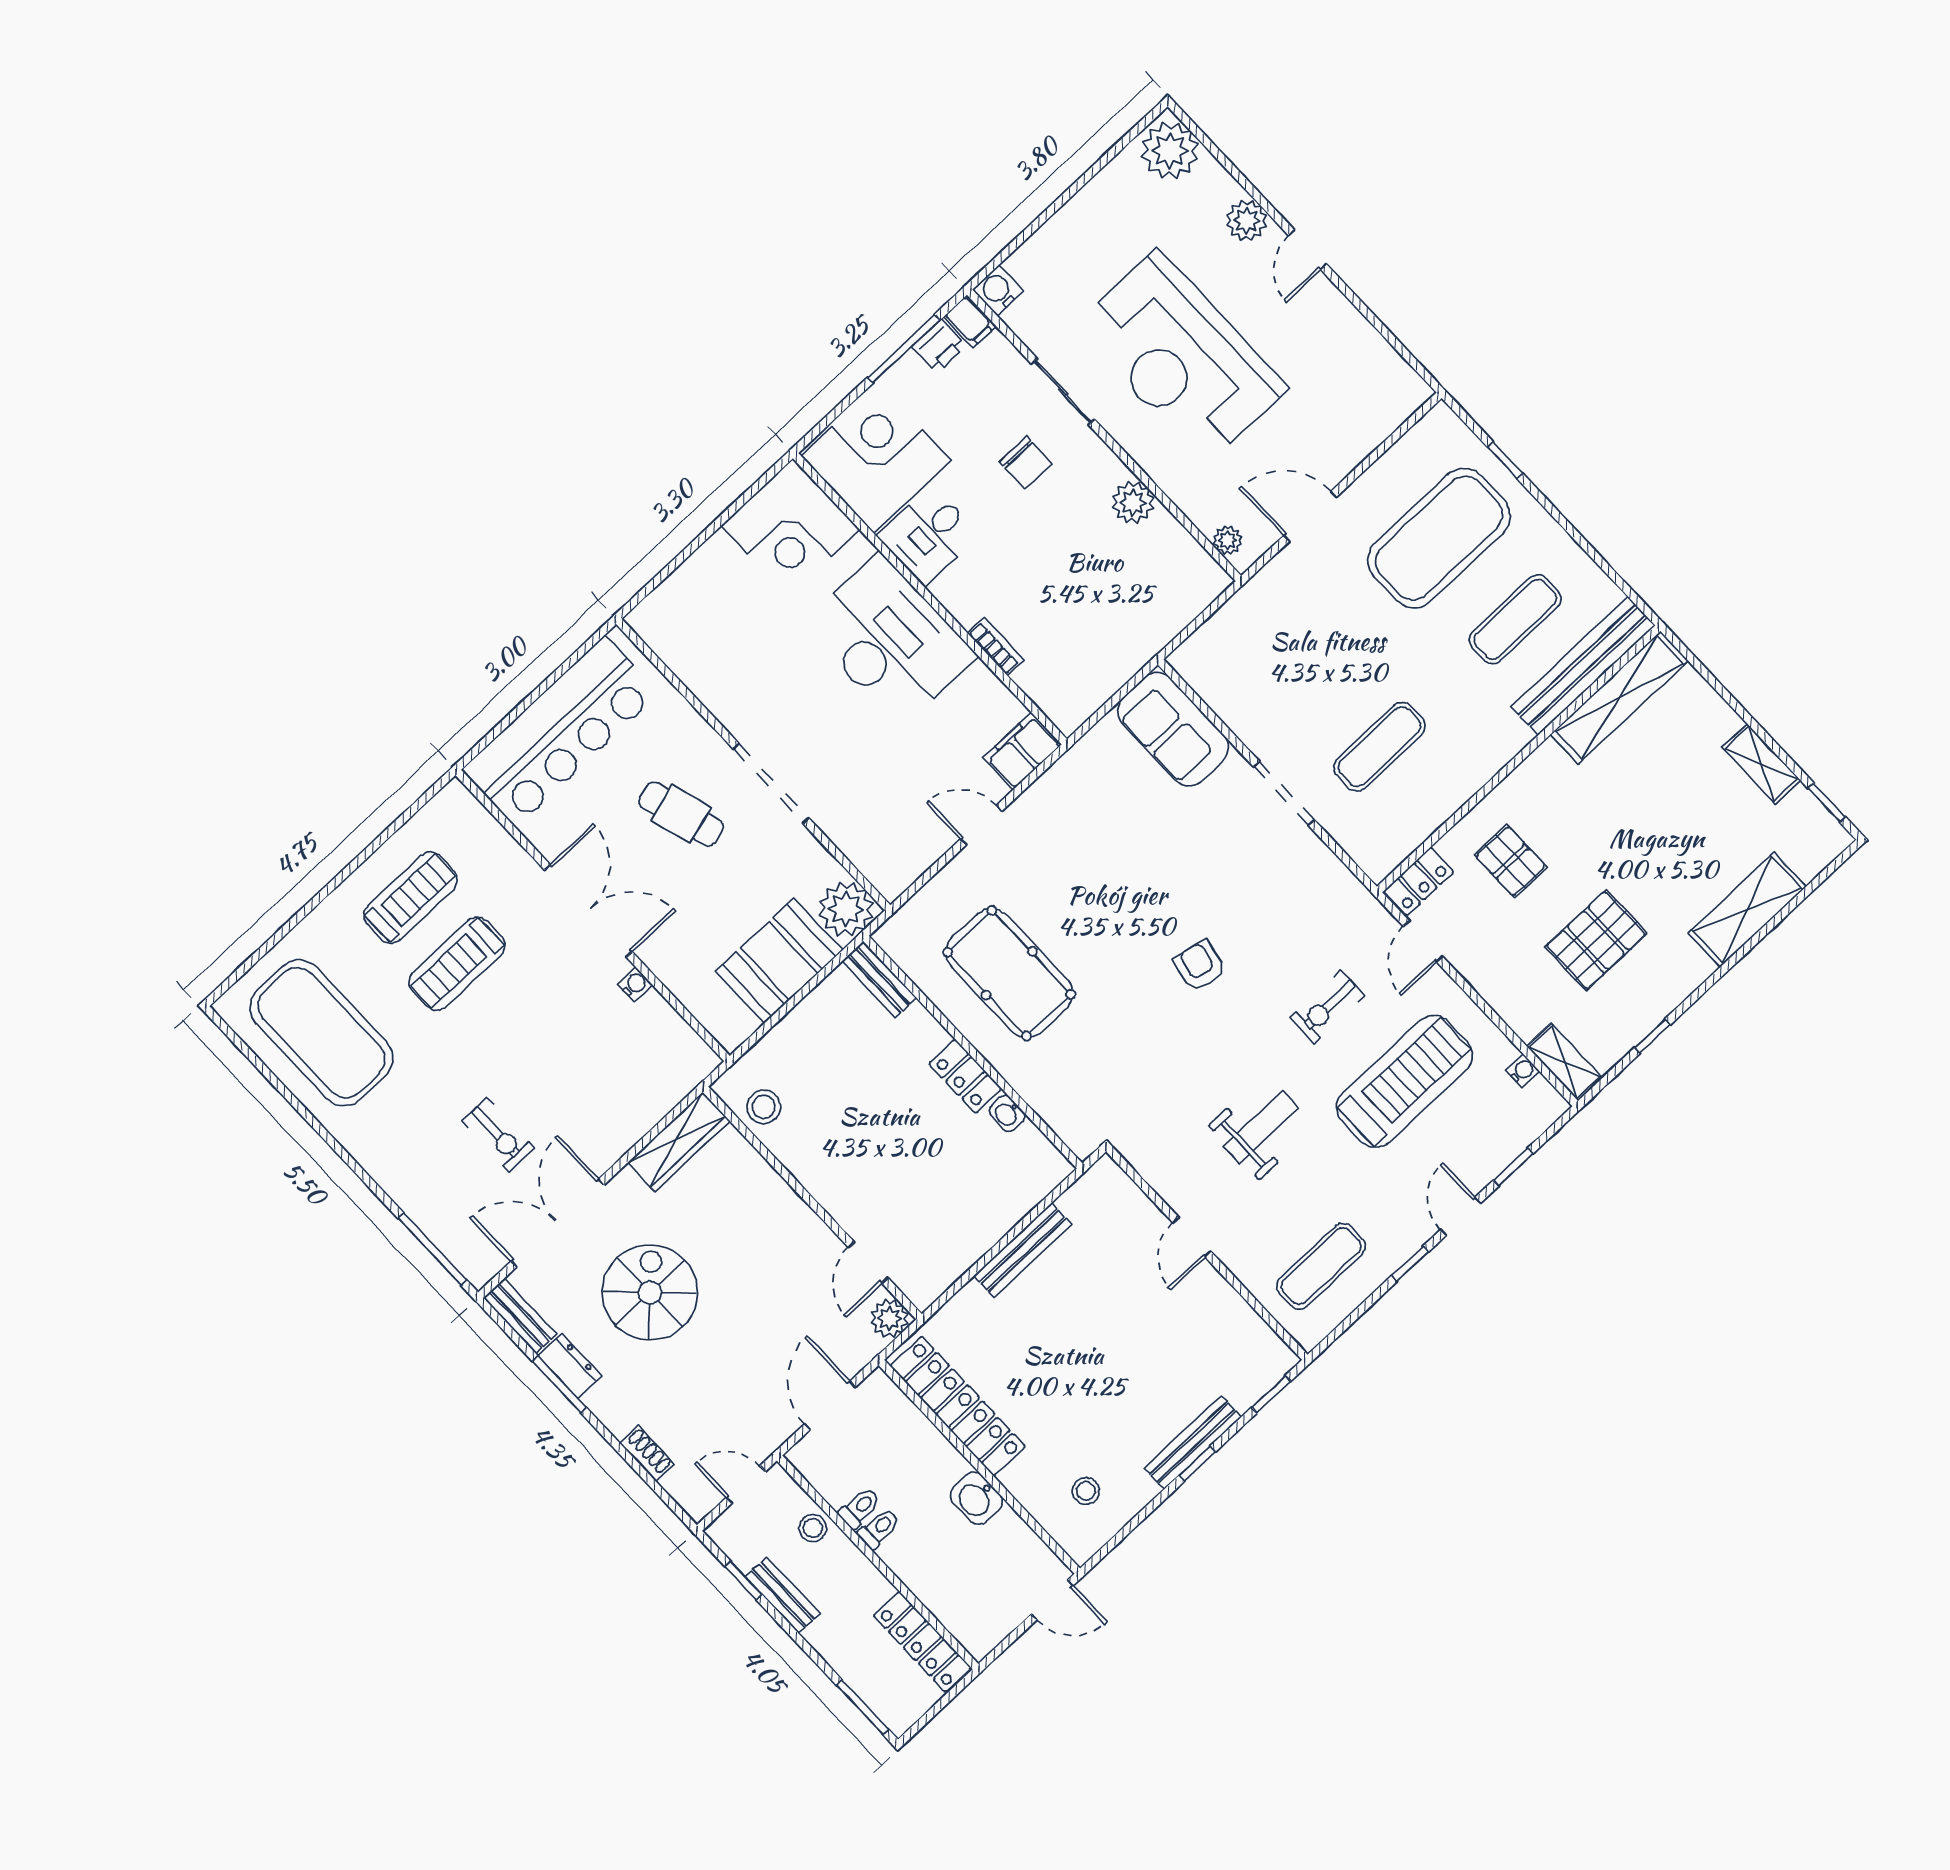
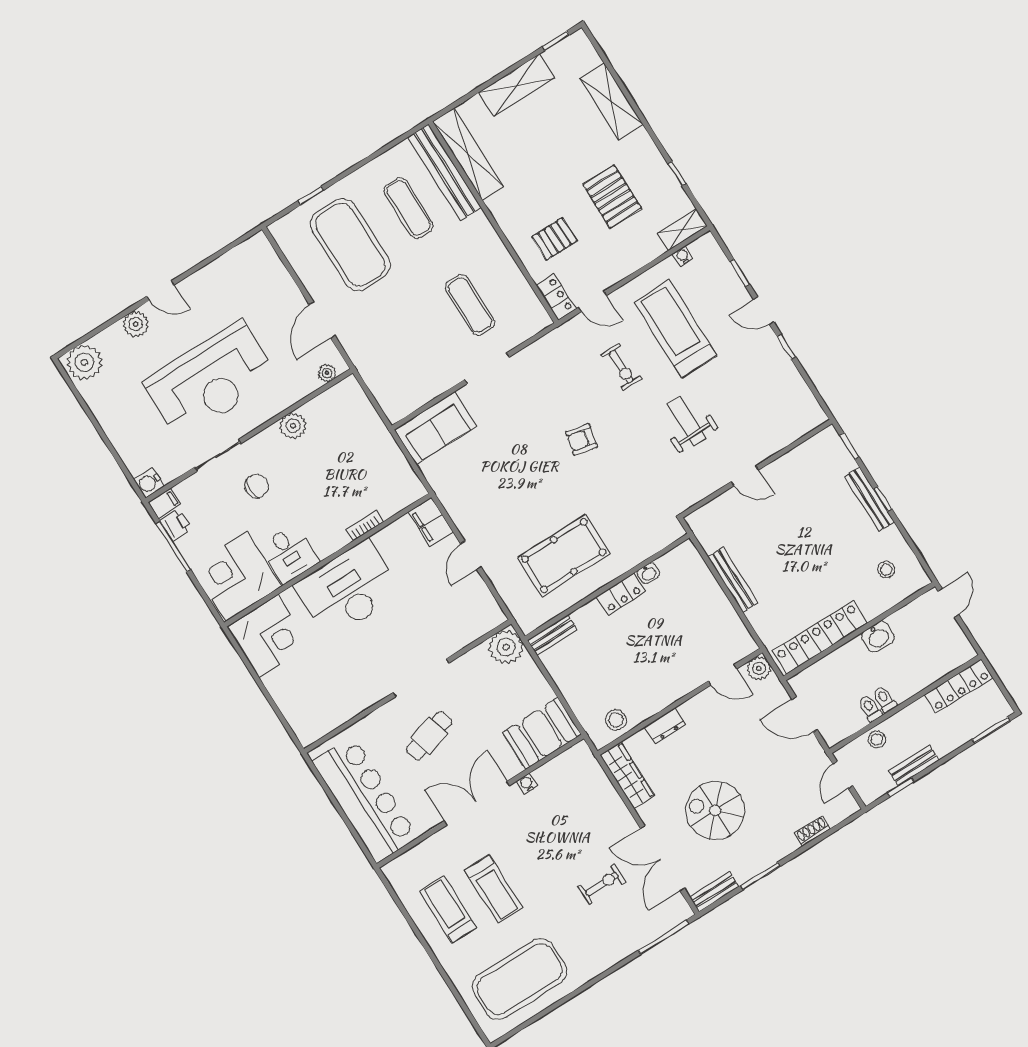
shelving: (1761, 764) -> (517, 85), width x1.50, depth x1.33
booth: (779, 961) -> (542, 733), moved, turned 90
exercise mat: (1321, 1266) -> (778, 401), removed
dresser: (570, 1366) -> (665, 726), moved, turned 180

